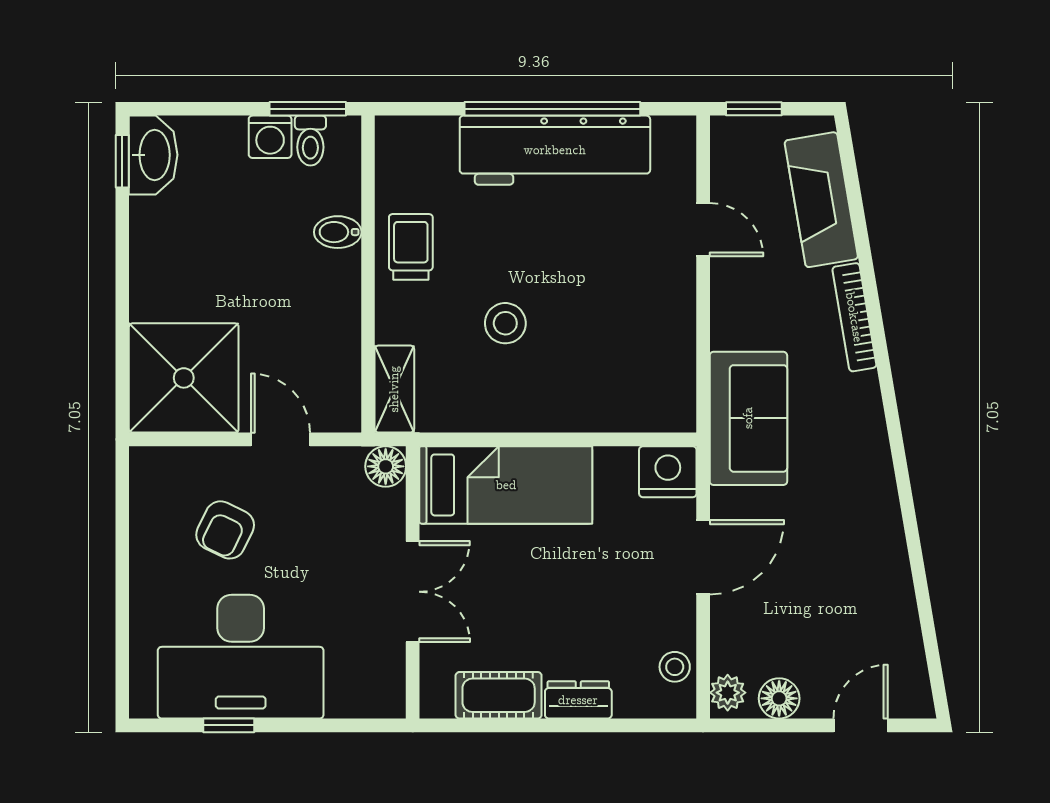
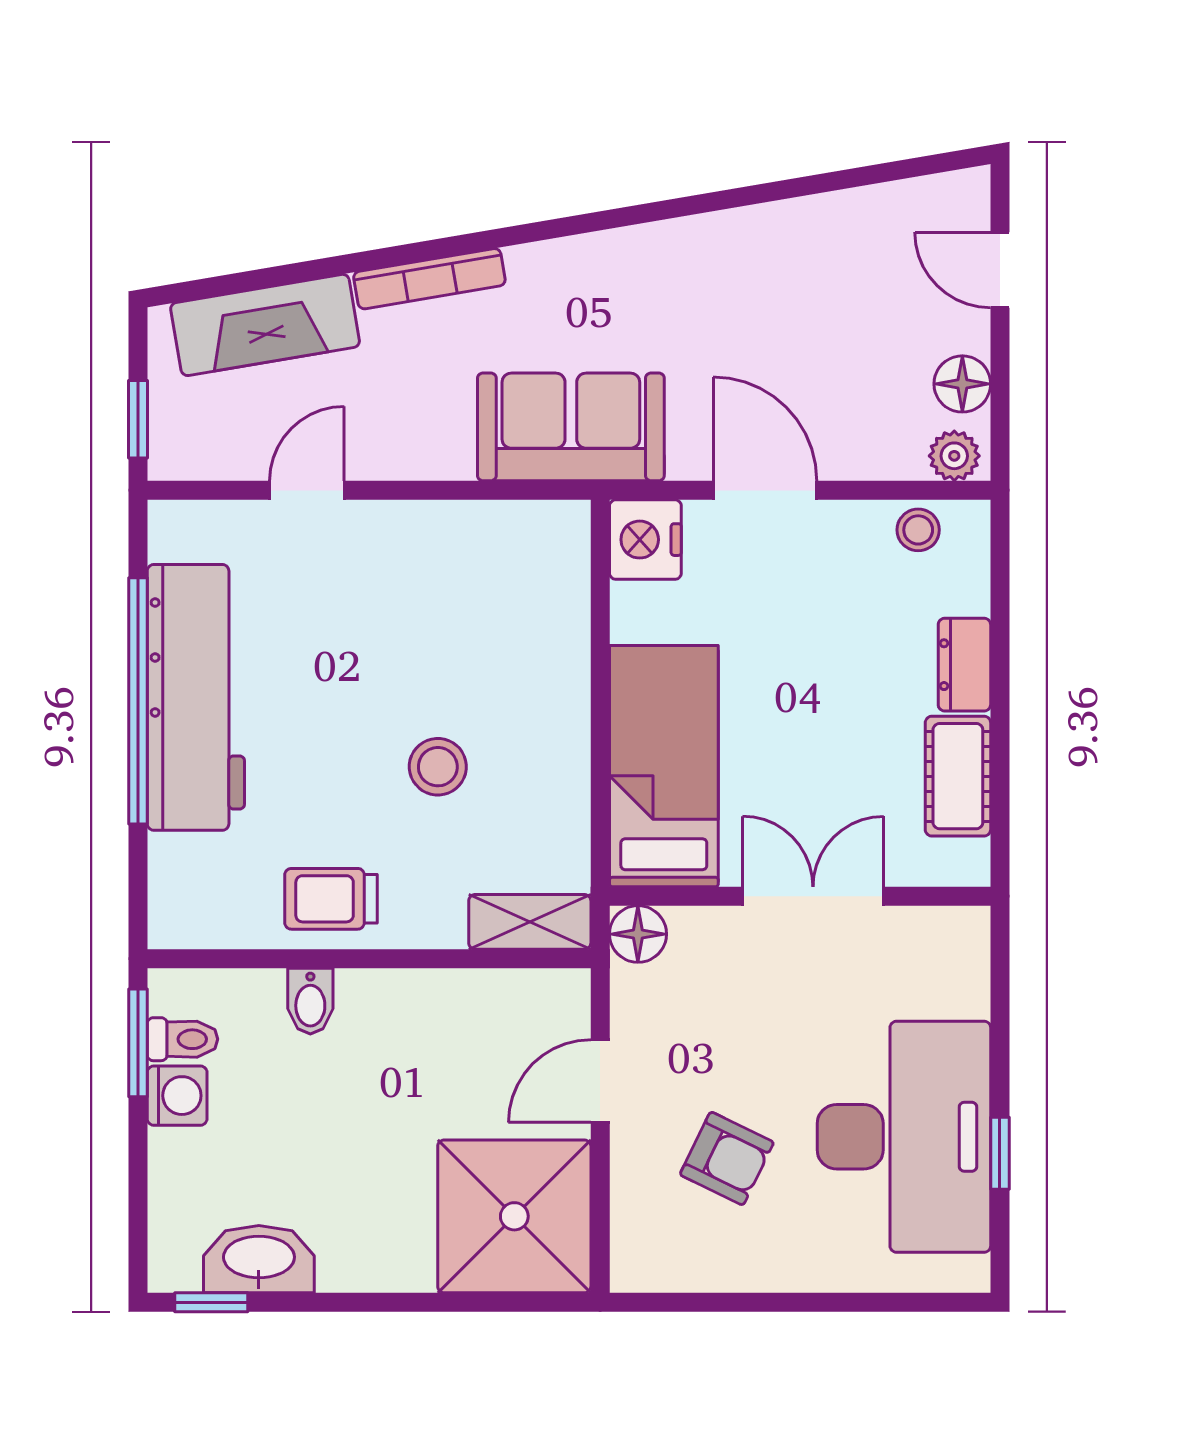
washbasin: (153, 155) -> (259, 1259), moved

